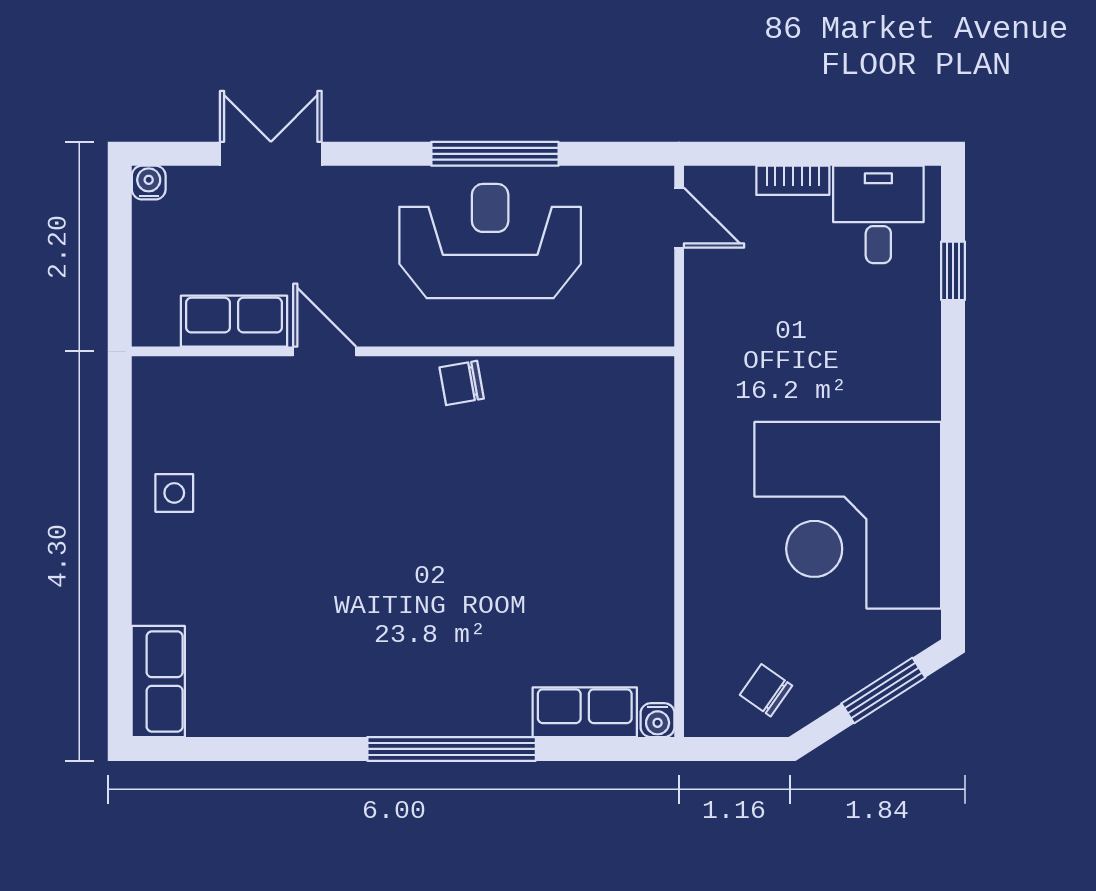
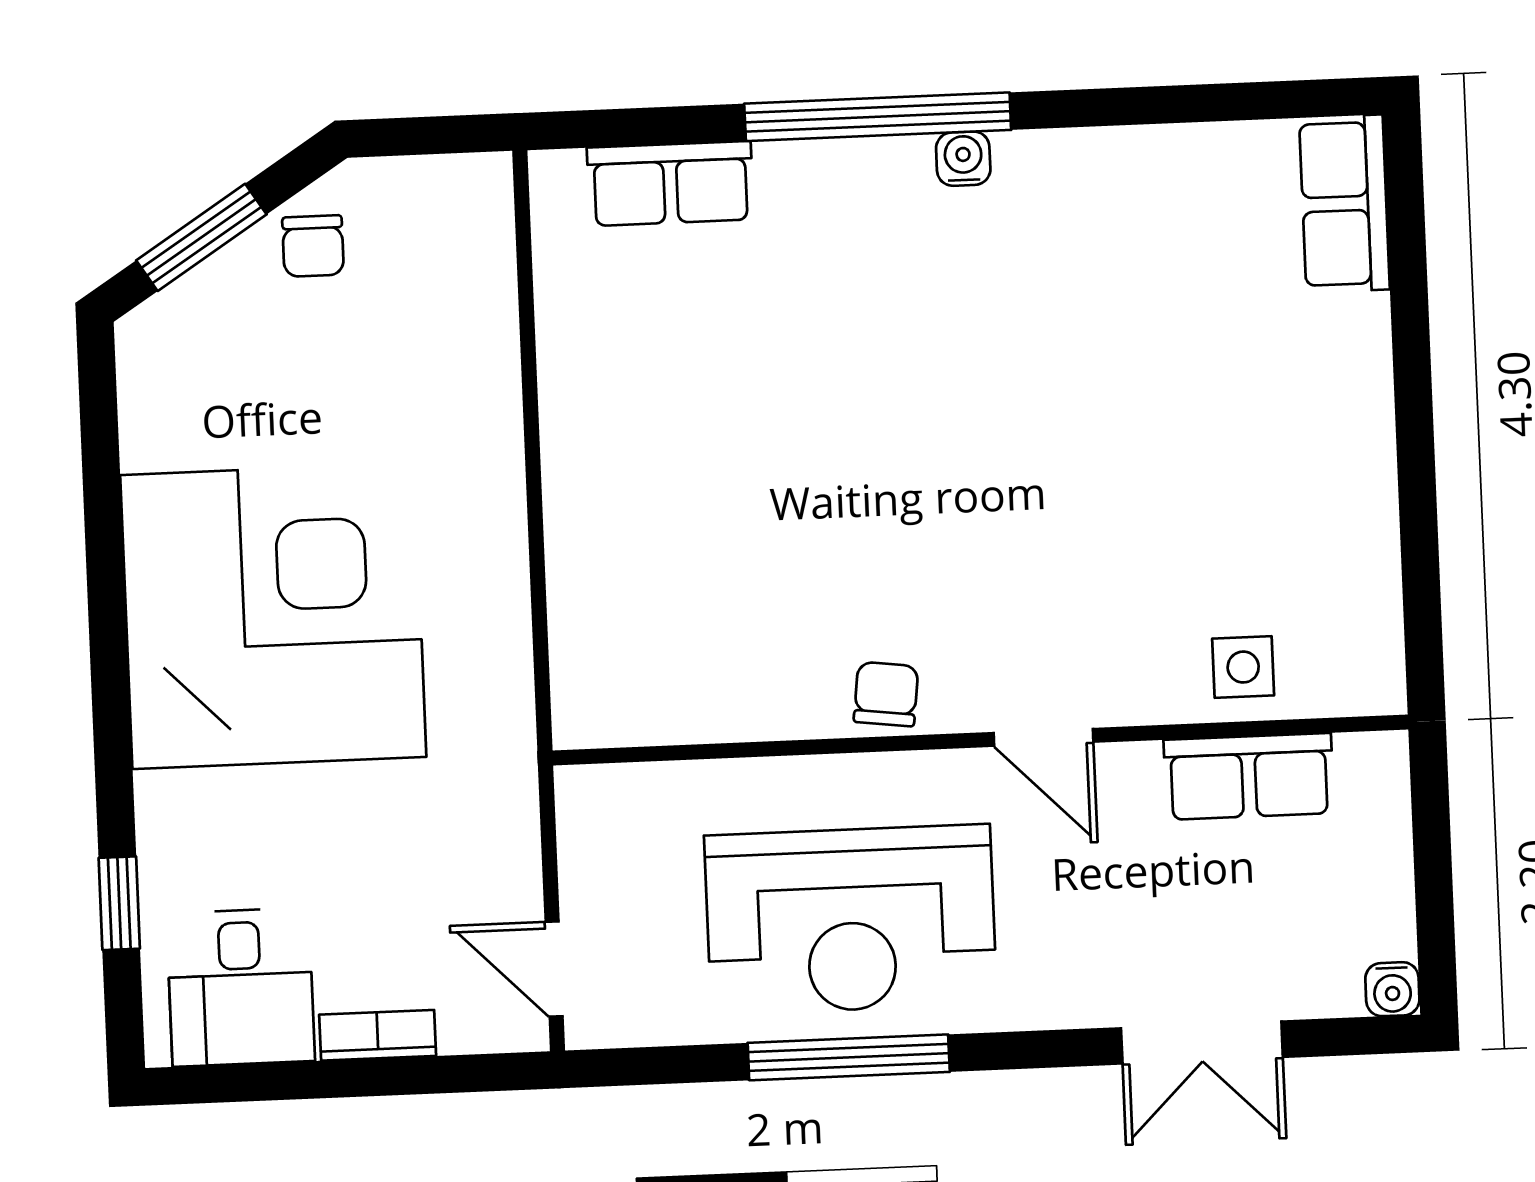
door: (325, 351) -> (1043, 737), moved
chair: (462, 383) -> (886, 694), turned -73
side table: (174, 493) -> (1243, 667), moved
corner desk: (848, 515) -> (273, 616), moved
chair: (766, 690) -> (313, 246), moved, turned 55
water cooler: (658, 720) -> (963, 159), moved

